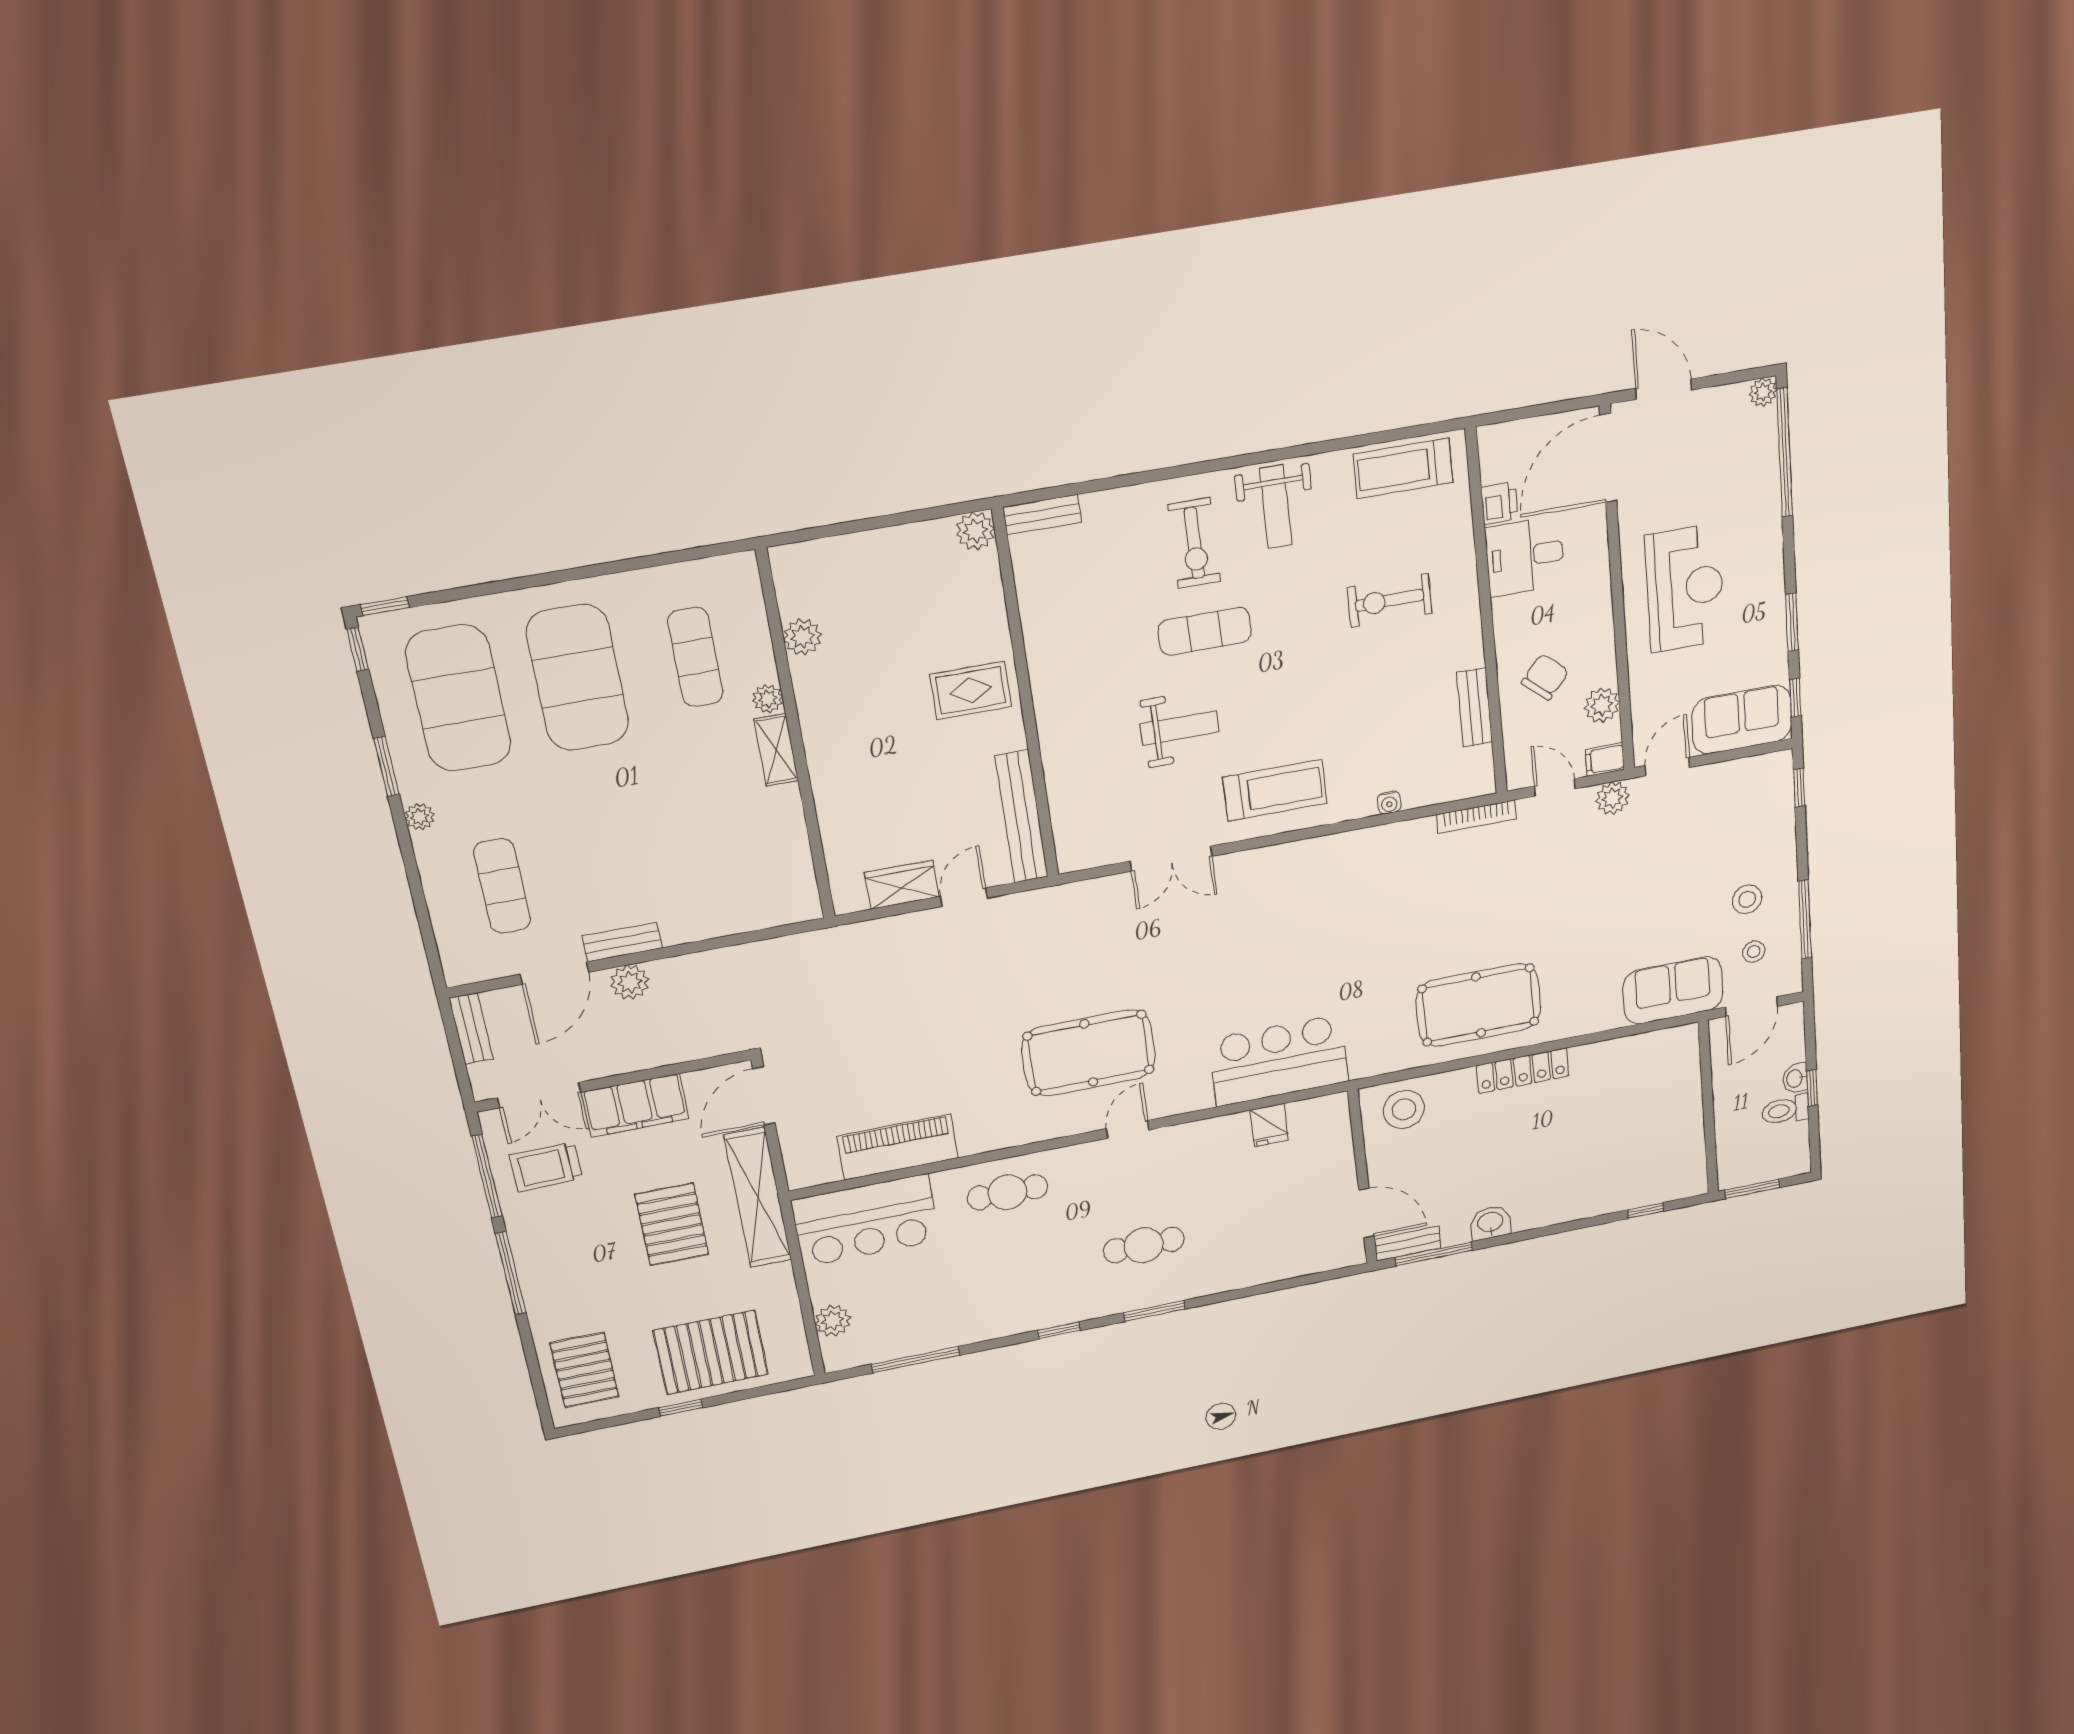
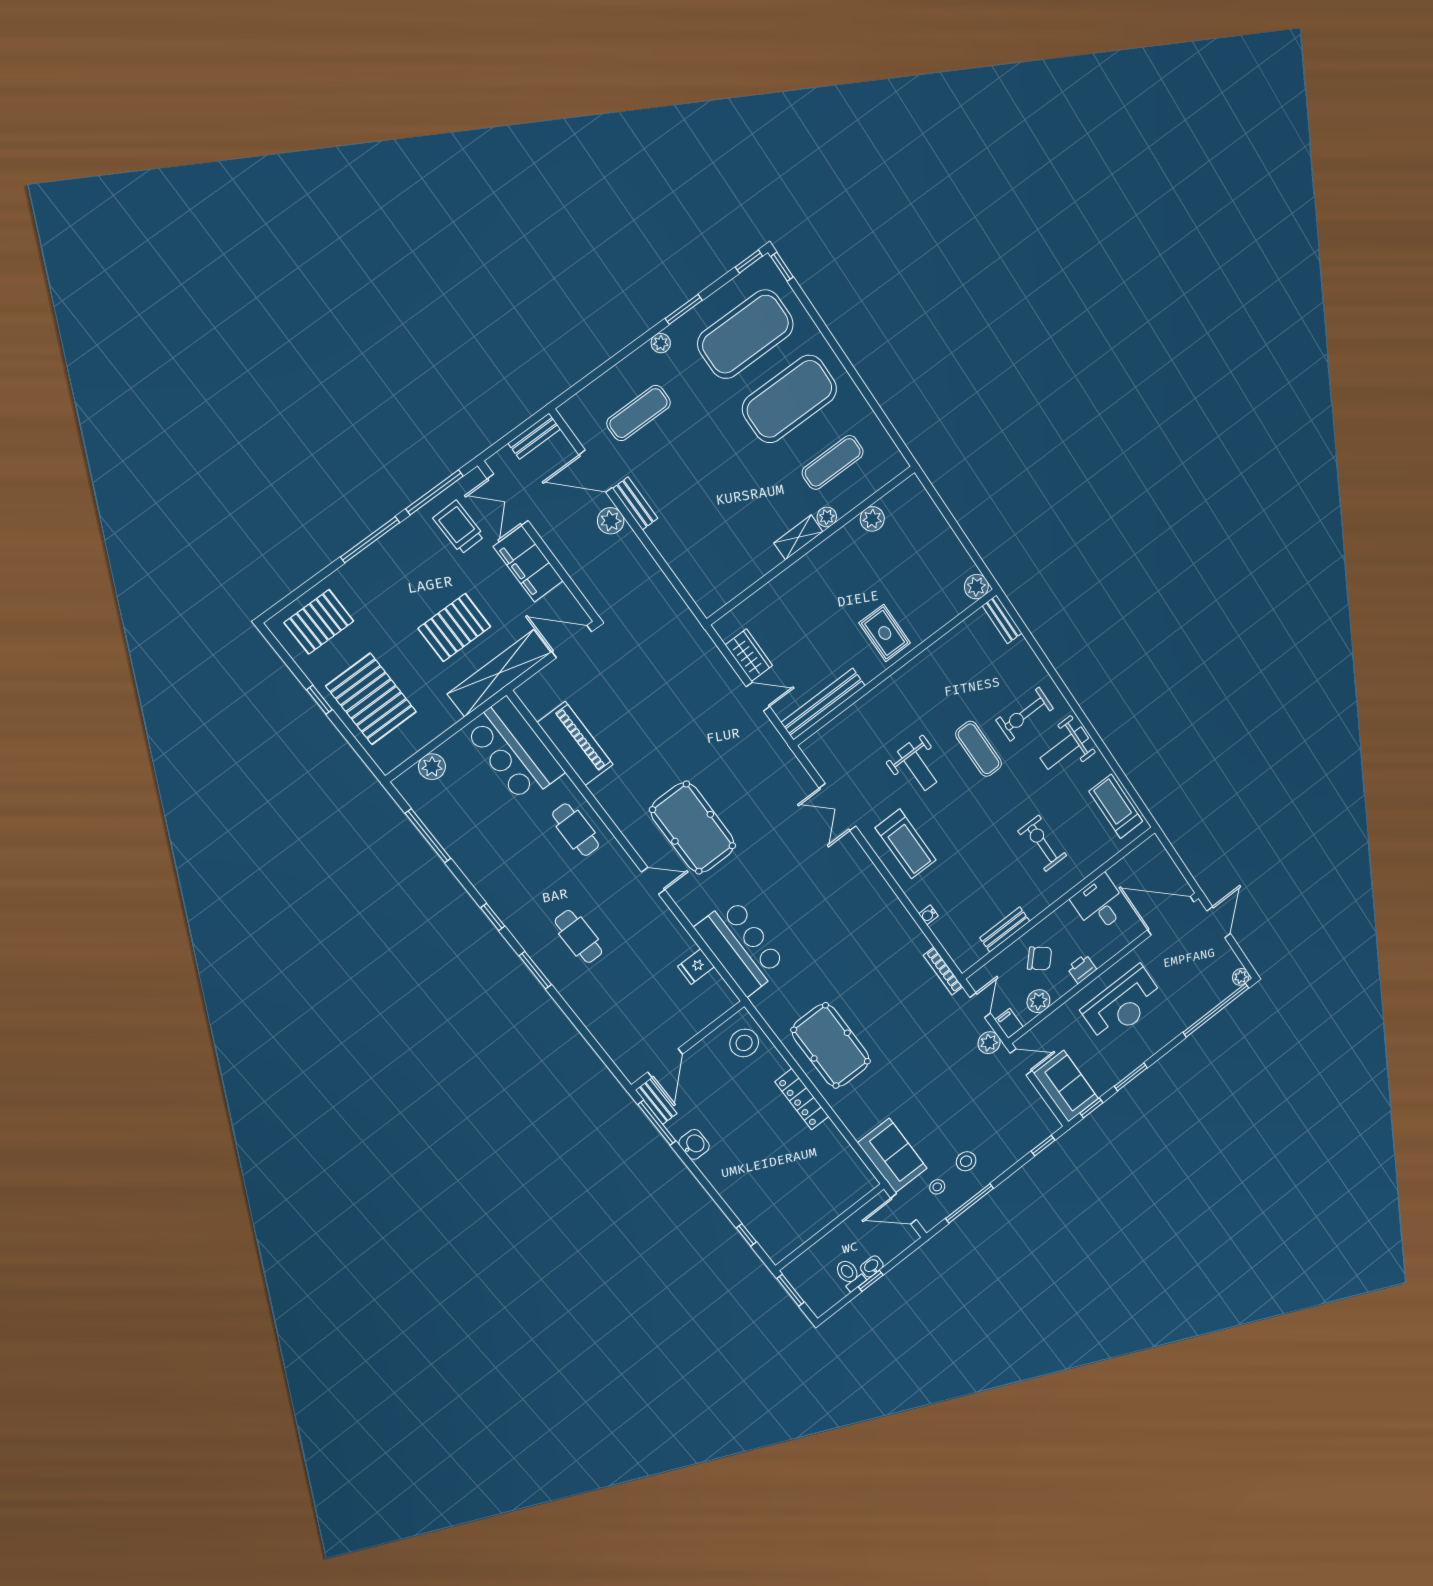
printer: (1499, 503) -> (1082, 969), moved, turned 180

